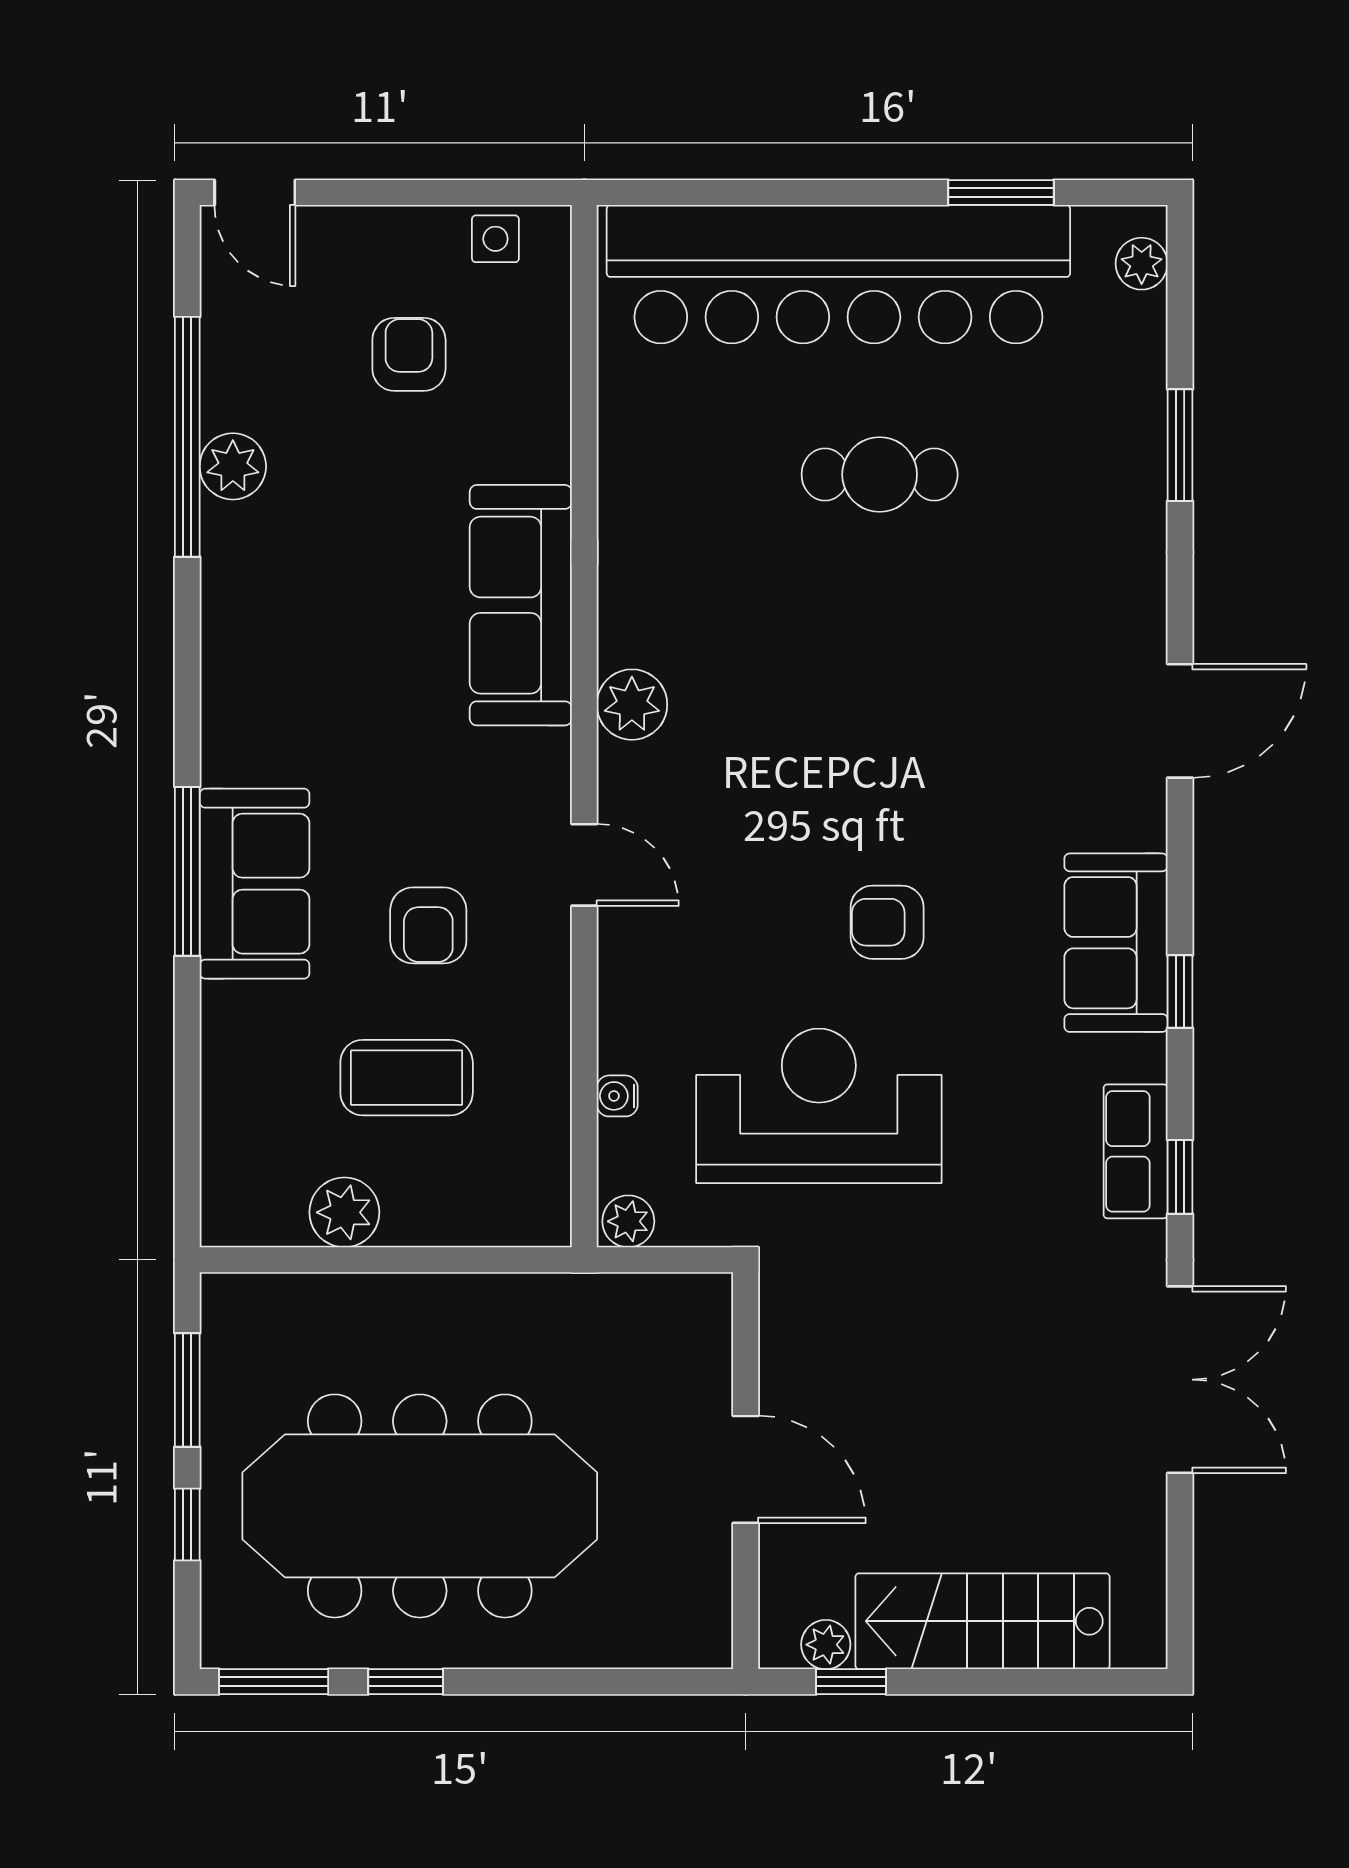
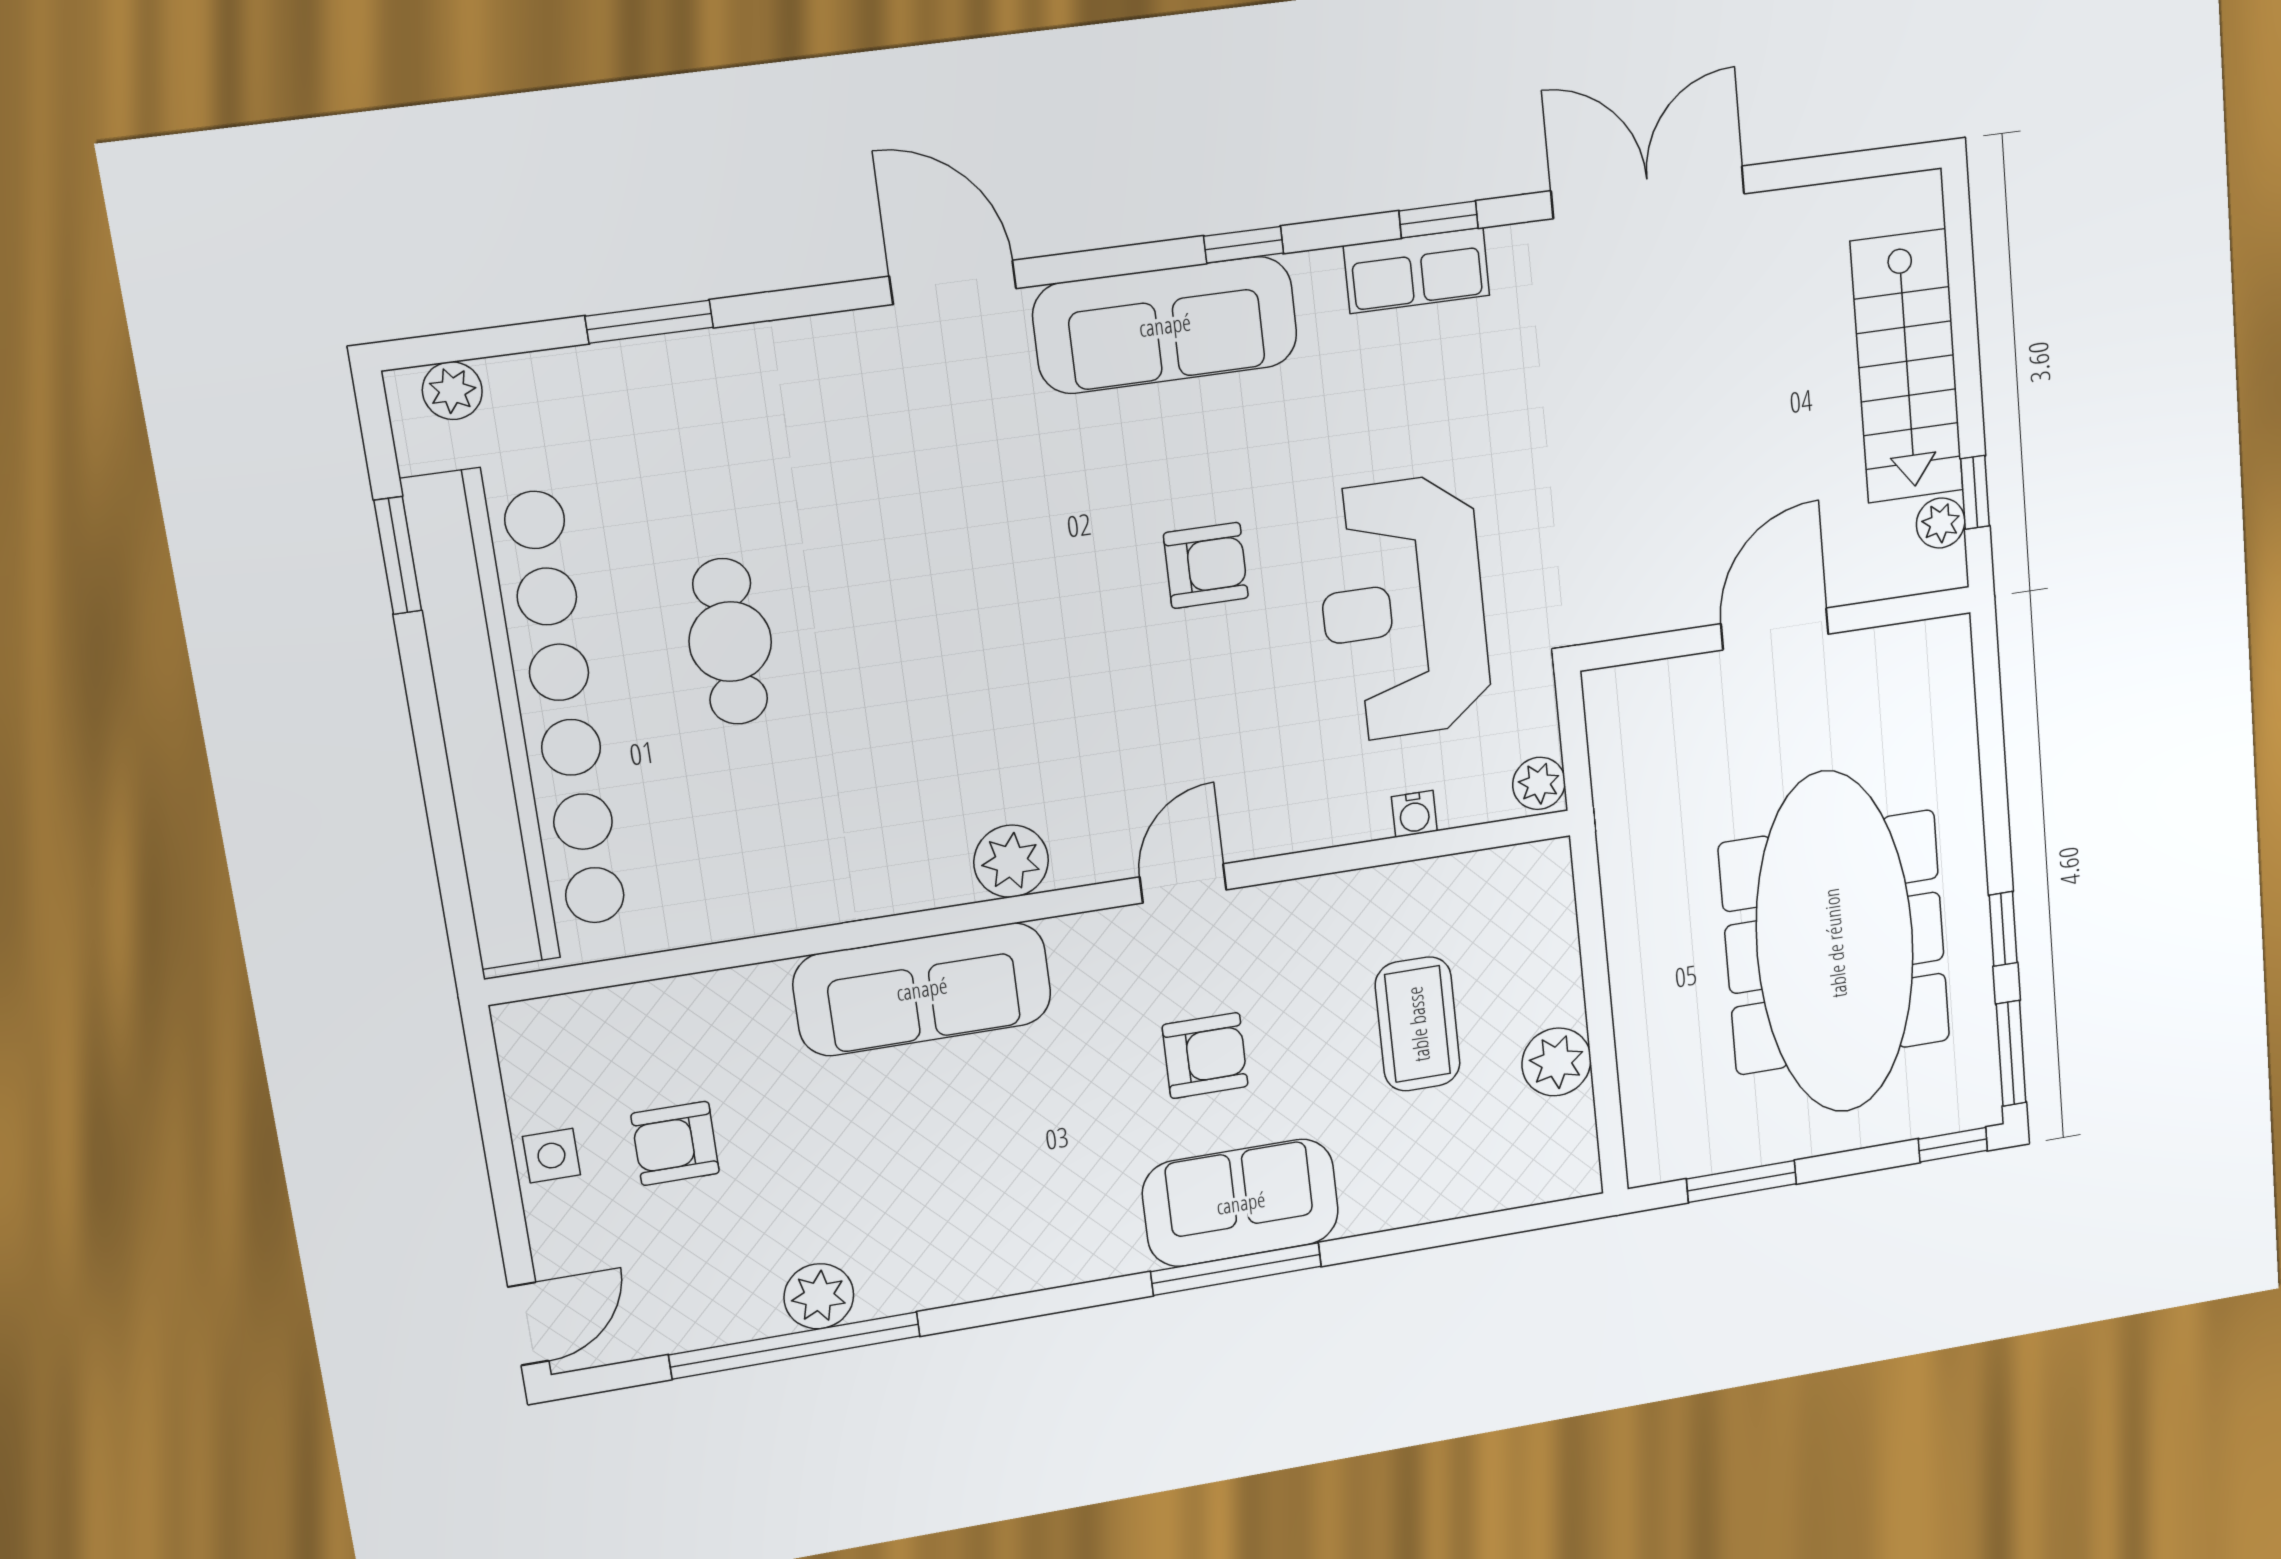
side table: (495, 239) -> (551, 1156), moved
armchair: (887, 922) -> (1206, 565), turned -90
armchair: (428, 925) -> (1205, 1056), moved
sofa: (1116, 943) -> (1165, 325), width x1.36
window: (187, 1524) -> (1953, 1145), moved

